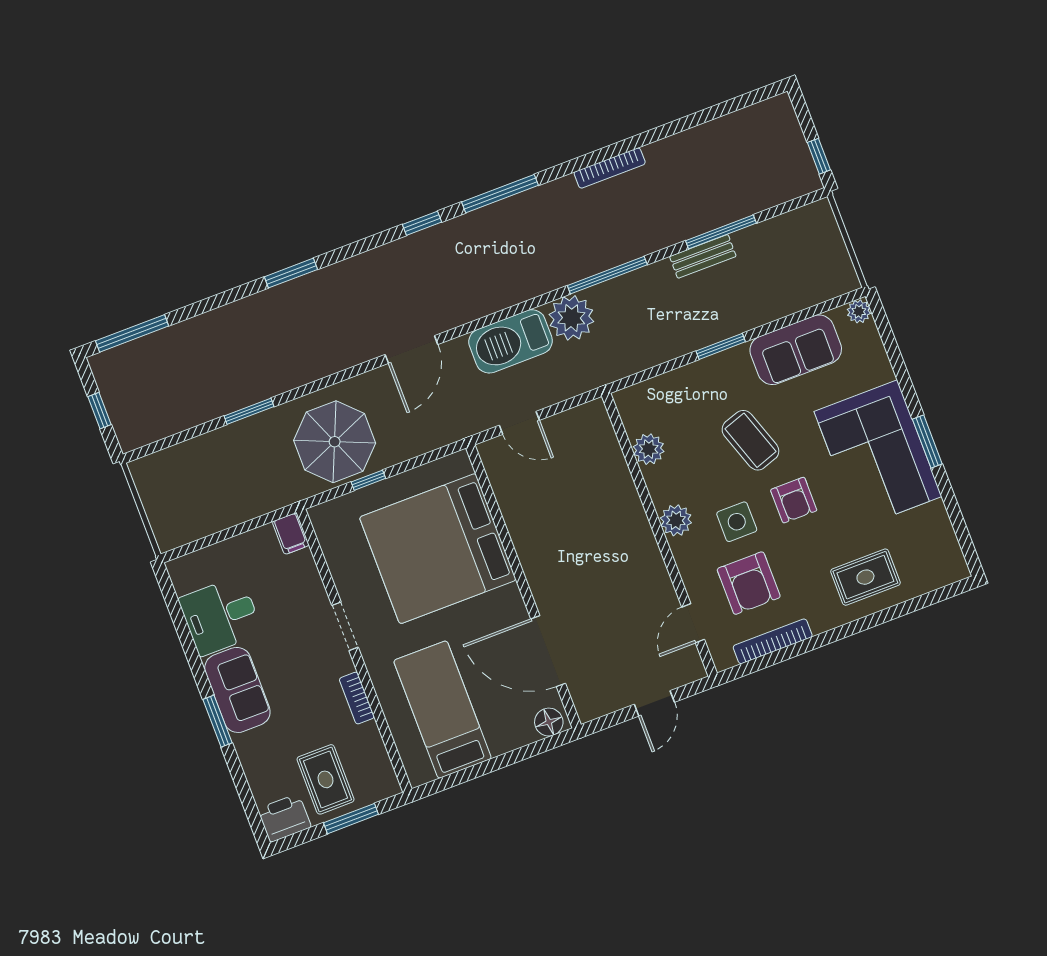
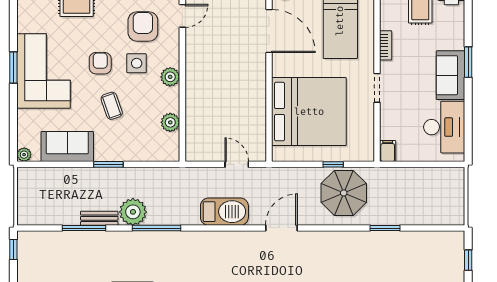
plant: (571, 318) -> (133, 212), moved
coffee table: (750, 440) -> (112, 106), width x0.73, depth x0.77
desk: (221, 616) -> (444, 127), width x1.37

